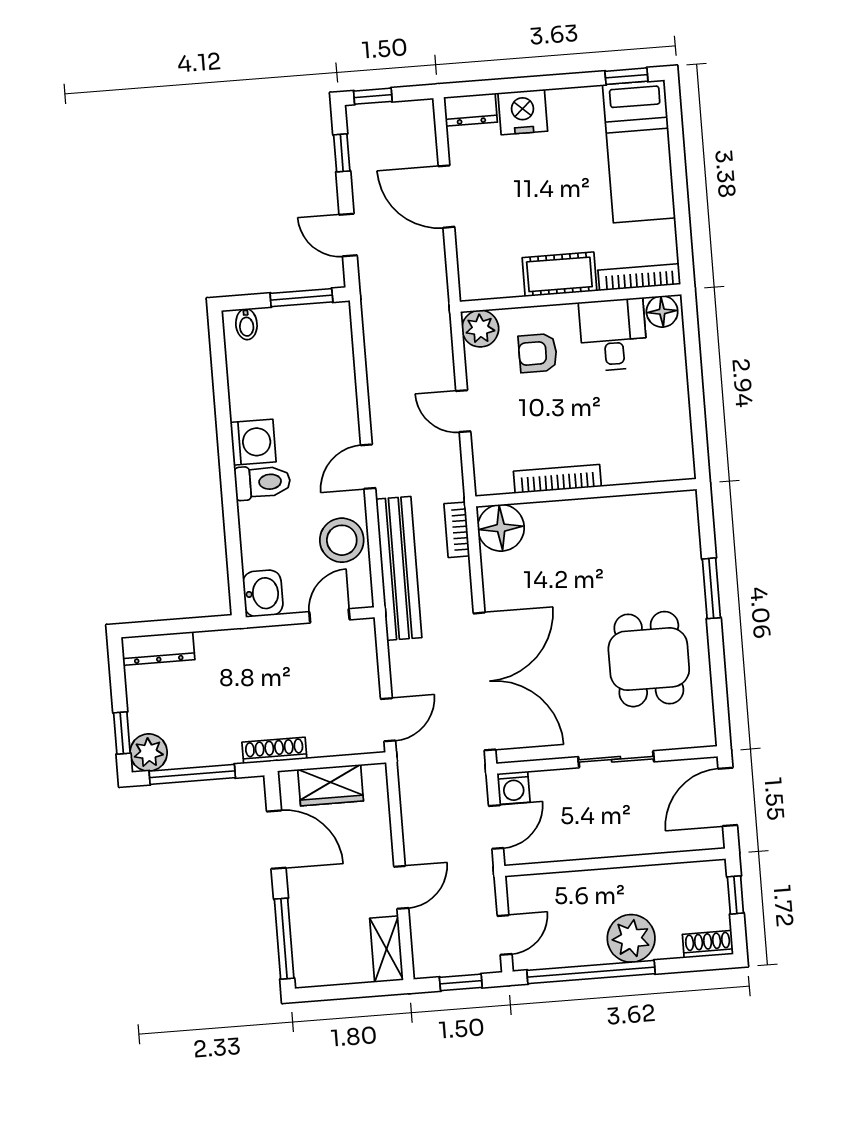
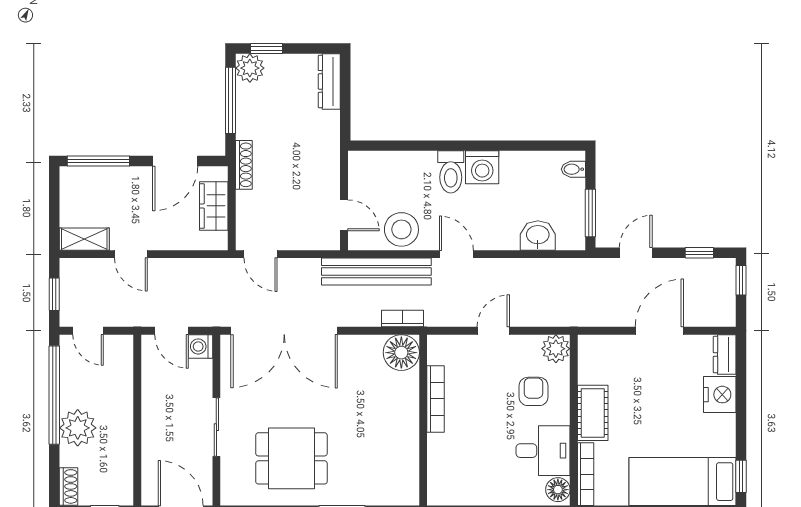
washbasin: (263, 593) -> (538, 236), moved, turned 180

